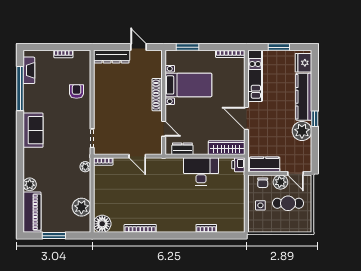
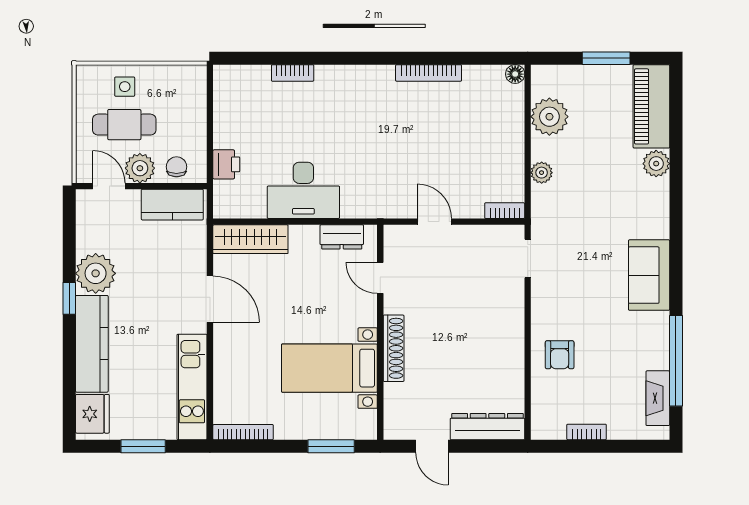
printer: (238, 165) -> (226, 164), moved
plant: (85, 167) -> (542, 173), moved
side table: (260, 205) -> (125, 87), moved
floor lamp: (102, 224) -> (515, 74), width x0.53, depth x0.53

